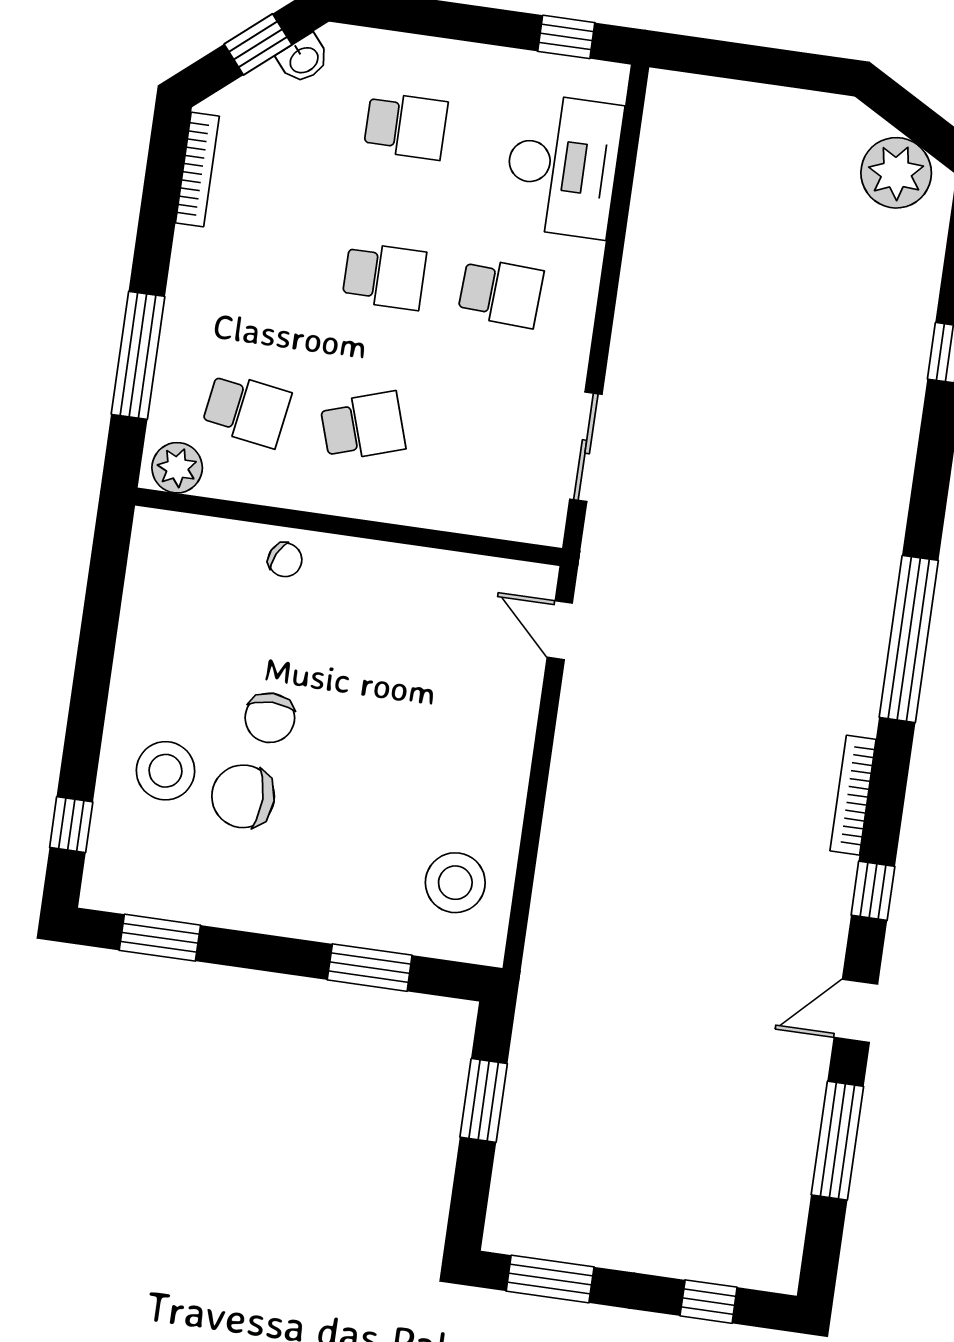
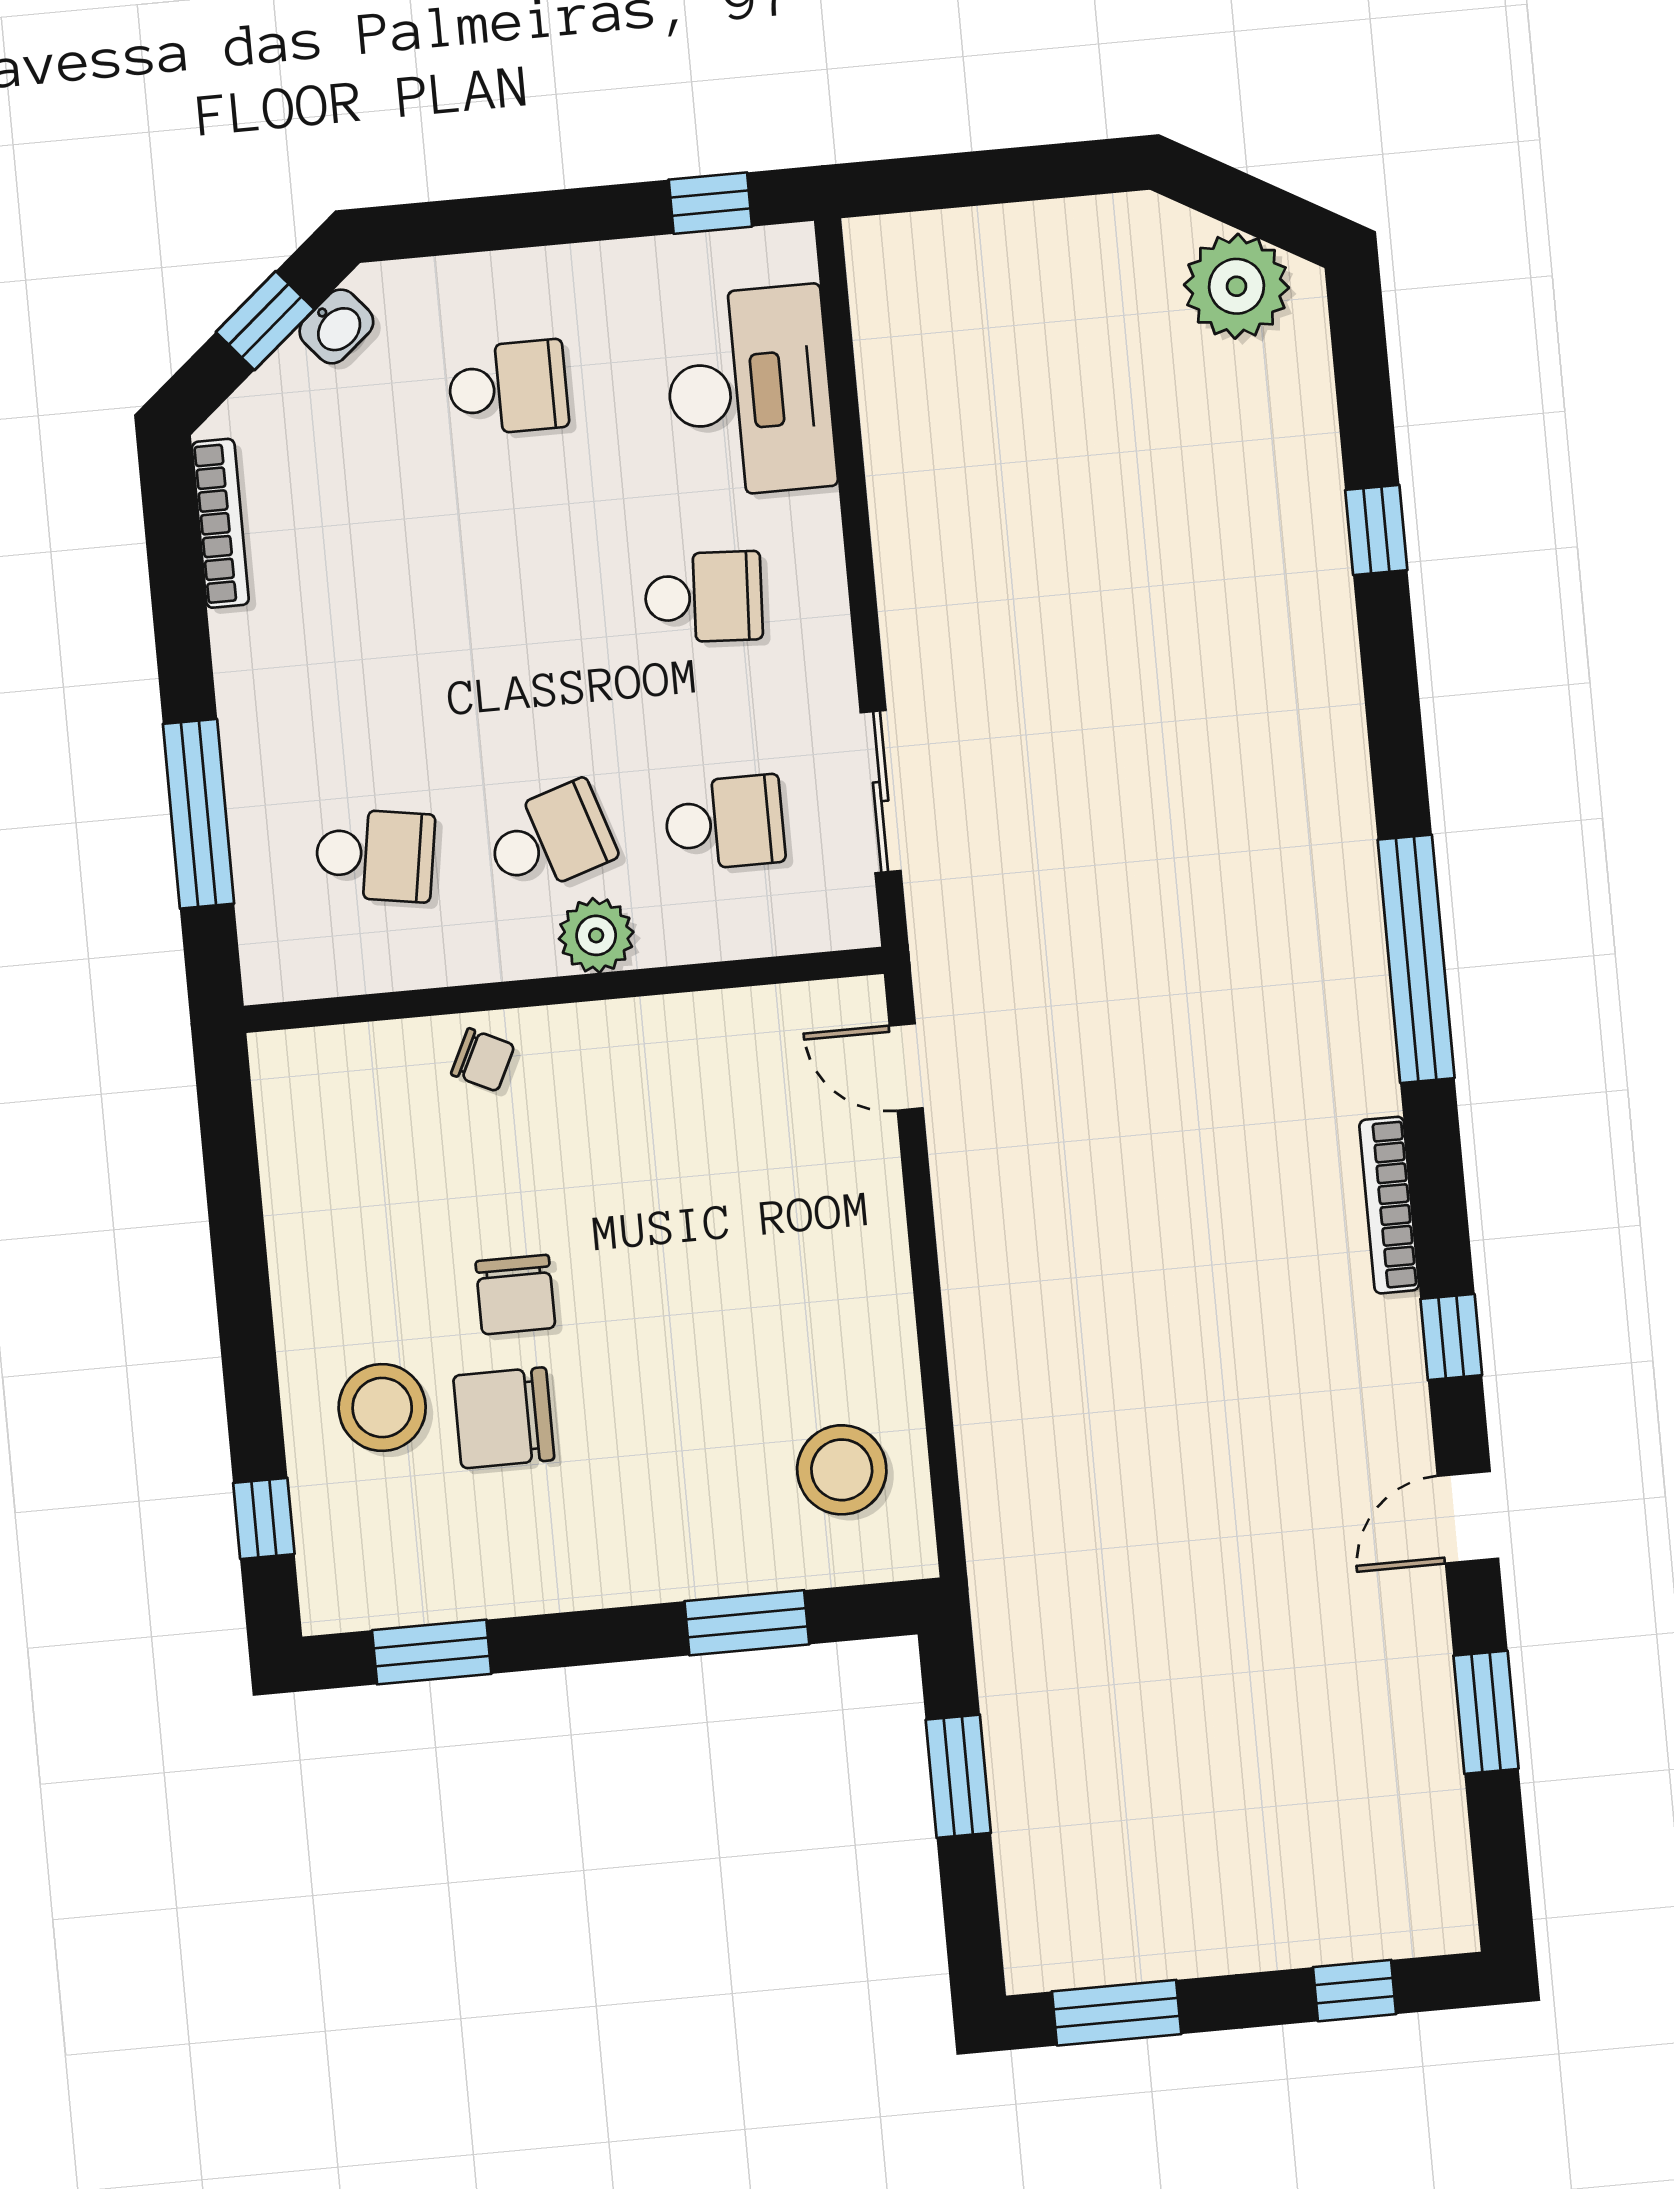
school desk: (384, 276) -> (725, 823), moved
plant: (177, 468) -> (596, 935), moved
window: (837, 1141) -> (1486, 1712), width x0.69

